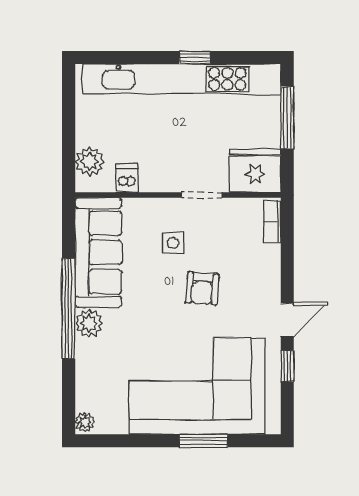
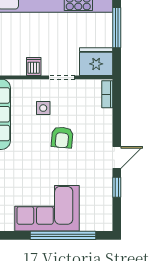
dishwasher: (127, 178) -> (34, 66), moved
corner sofa: (197, 386) -> (47, 208), width x0.73, depth x0.74
window: (204, 441) -> (63, 235), width x2.11

